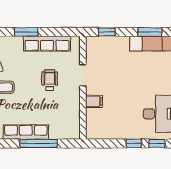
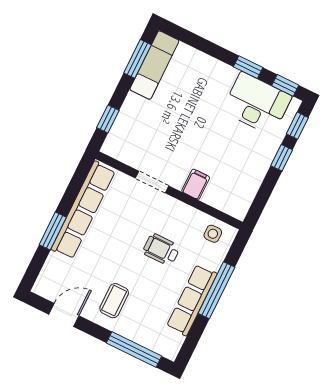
row of seats: (47, 44) -> (83, 210), width x1.36
wheelchair: (50, 80) -> (161, 250), moved
side table: (70, 125) -> (213, 234), added

